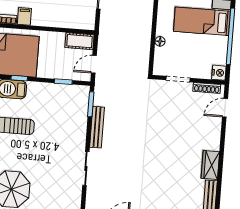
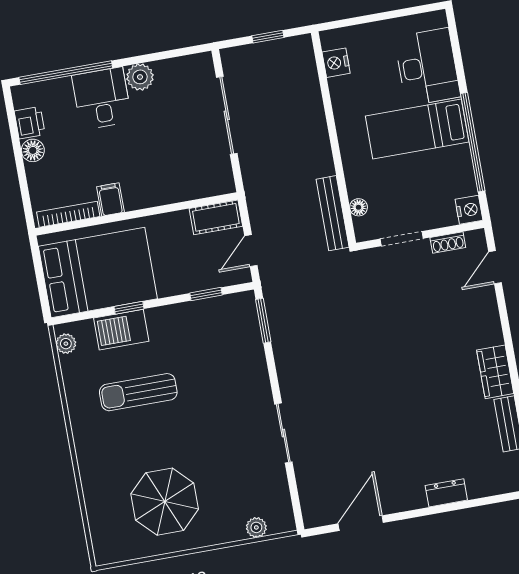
floor lamp: (160, 41) -> (359, 207), moved
shoe rack: (207, 88) -> (448, 242), width x0.70
bench: (97, 127) -> (333, 213), moved

